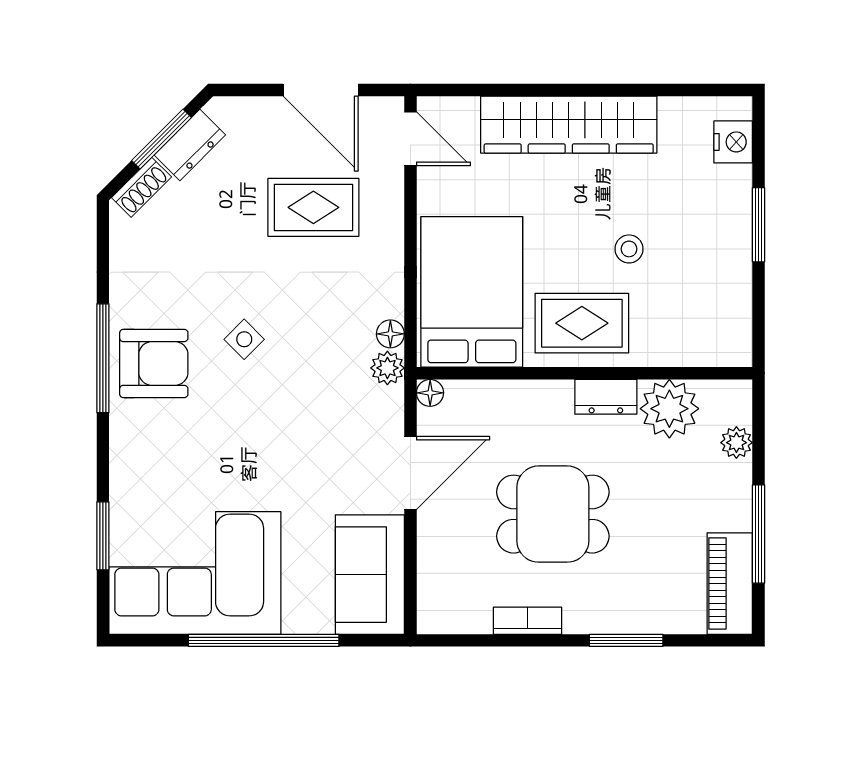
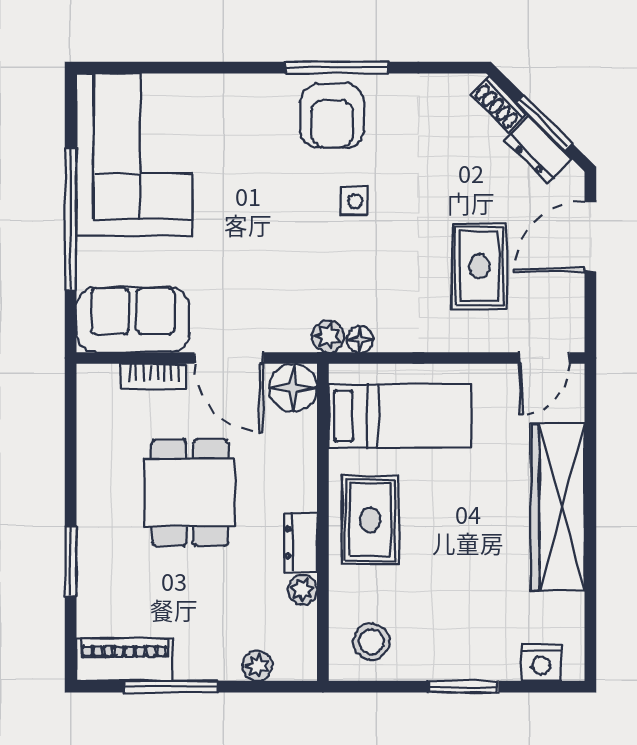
door: (321, 90) -> (590, 237), moved
stool: (629, 249) -> (372, 642), moved, width x1.37, depth x1.37
bed: (472, 292) -> (400, 416), width x0.67
side table: (244, 339) -> (355, 201), turned 45
floor lamp: (430, 393) -> (293, 388), width x1.89, depth x1.89
plant: (669, 409) -> (302, 590), width x0.53, depth x0.53
window: (103, 536) -> (169, 68), removed
bookcase: (528, 621) -> (154, 377), moved, turned 90

